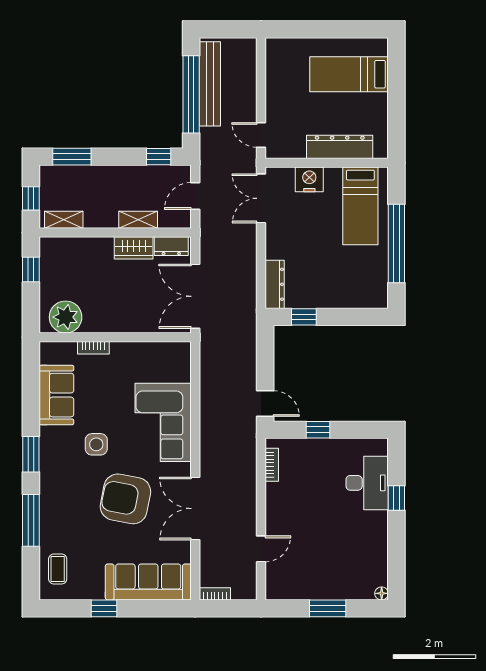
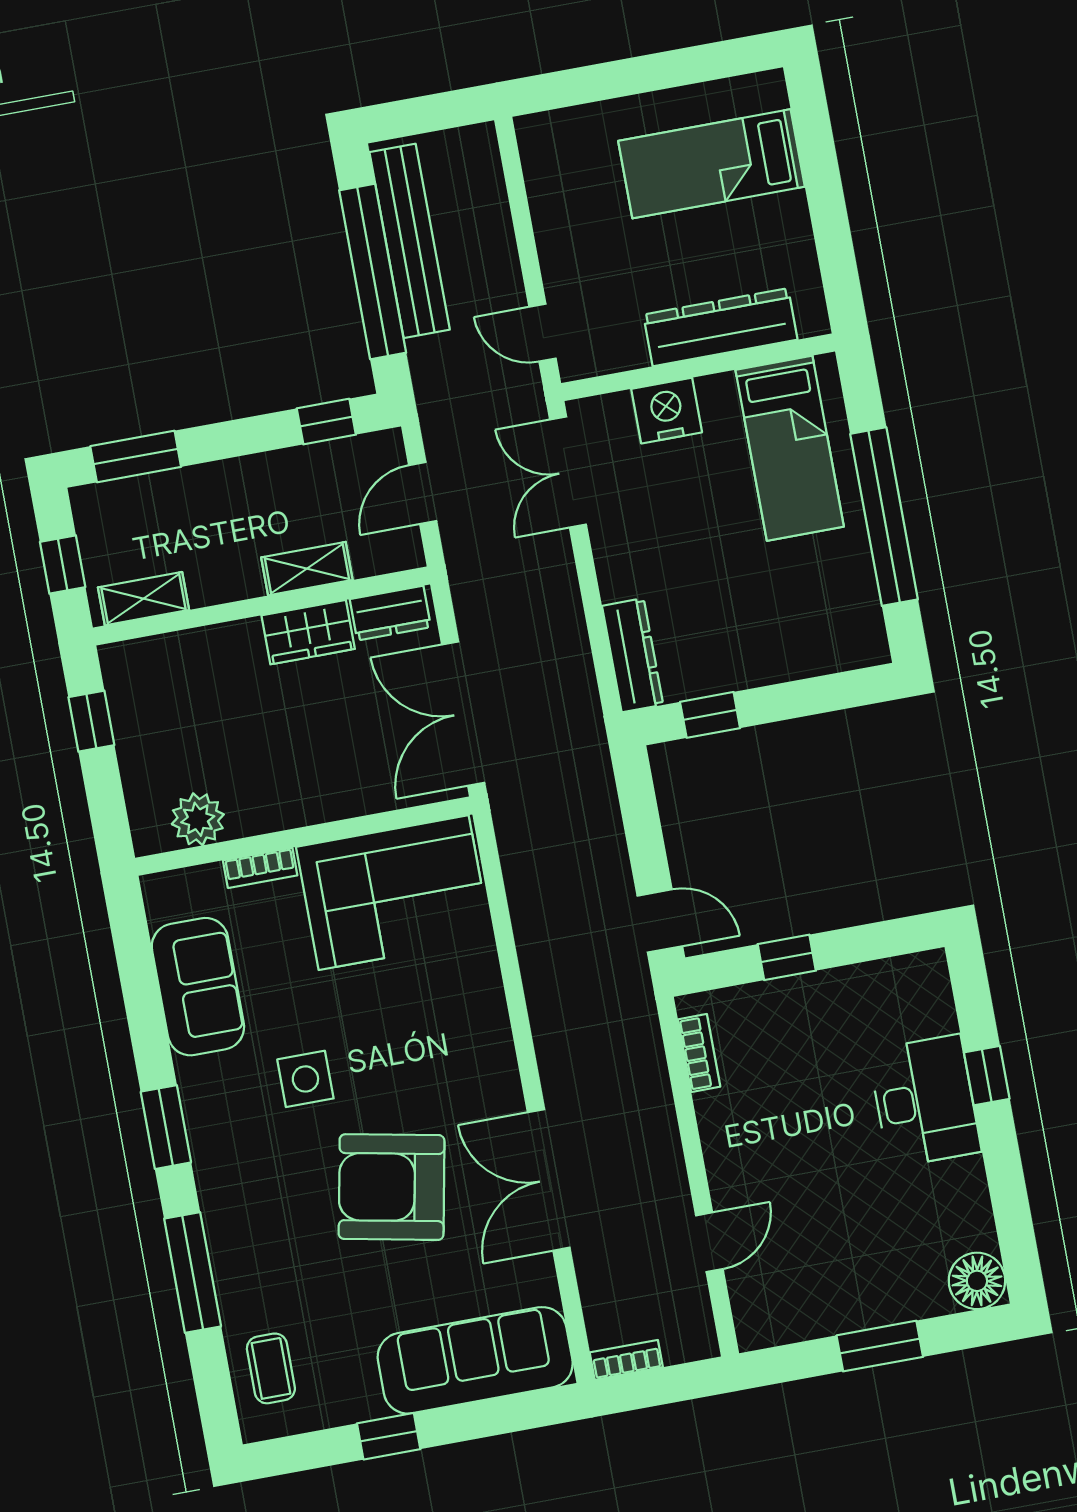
plant: (66, 317) -> (198, 819), width x0.73, depth x0.73
corner sofa: (163, 422) -> (394, 893), moved, turned -90
desk: (367, 483) -> (925, 1101), moved
floor lamp: (382, 593) -> (977, 1281), width x1.89, depth x1.89

